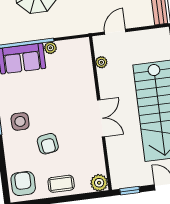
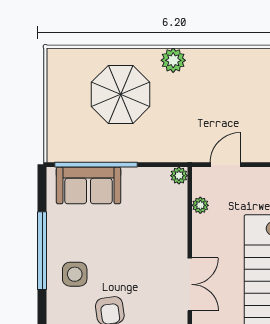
plant: (50, 48) -> (179, 176), moved

